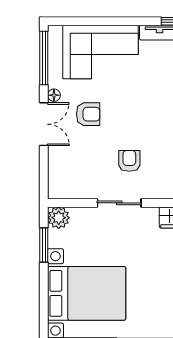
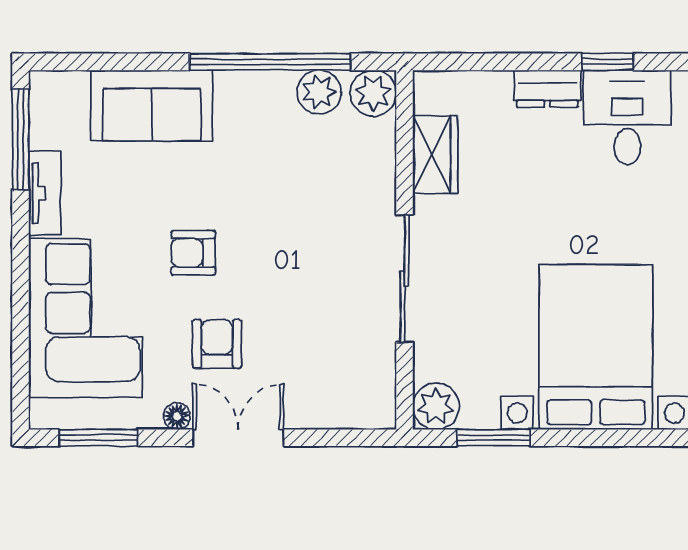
window: (44, 58) -> (98, 438), width x0.69
armchair: (129, 161) -> (193, 253), moved
sliding door: (119, 203) -> (405, 278), width x1.37

